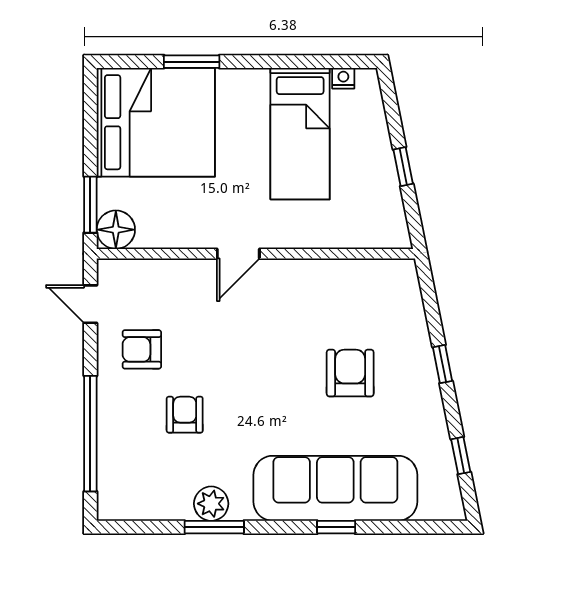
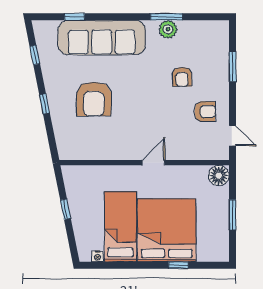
window: (192, 62) -> (178, 265), width x0.67
bed: (156, 122) -> (167, 230), moved, turned 90
window: (90, 205) -> (232, 215), moved
armchair: (350, 373) -> (94, 99), width x1.36, depth x1.36
window: (90, 434) -> (232, 67), width x0.47
window: (336, 527) -> (75, 17), moved

